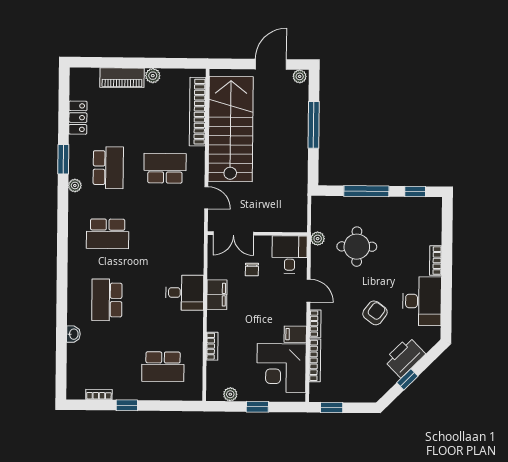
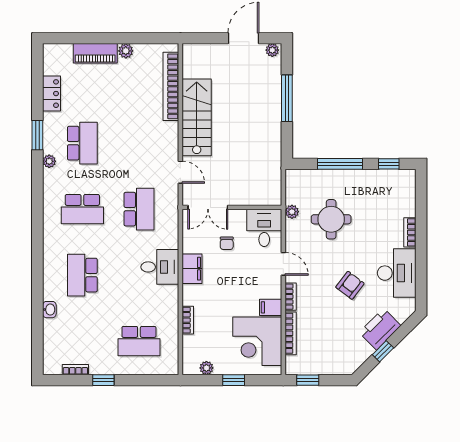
stairs: (231, 129) -> (197, 117), width x0.73, depth x0.66
school desk: (165, 168) -> (139, 209), moved, turned 90

